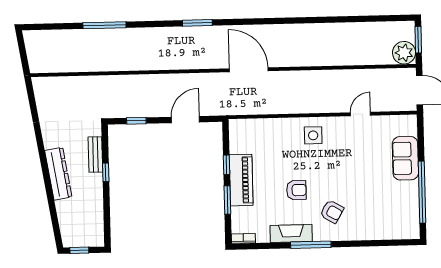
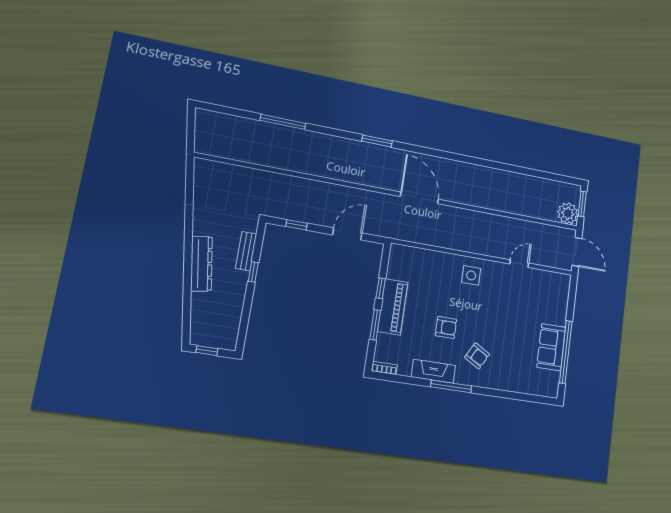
sofa: (405, 158) -> (551, 347), moved

